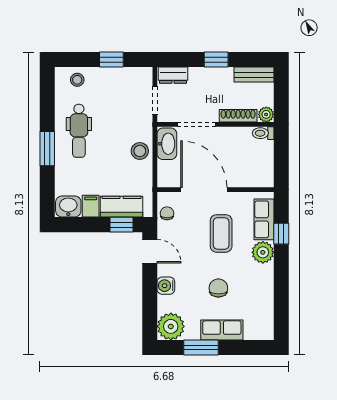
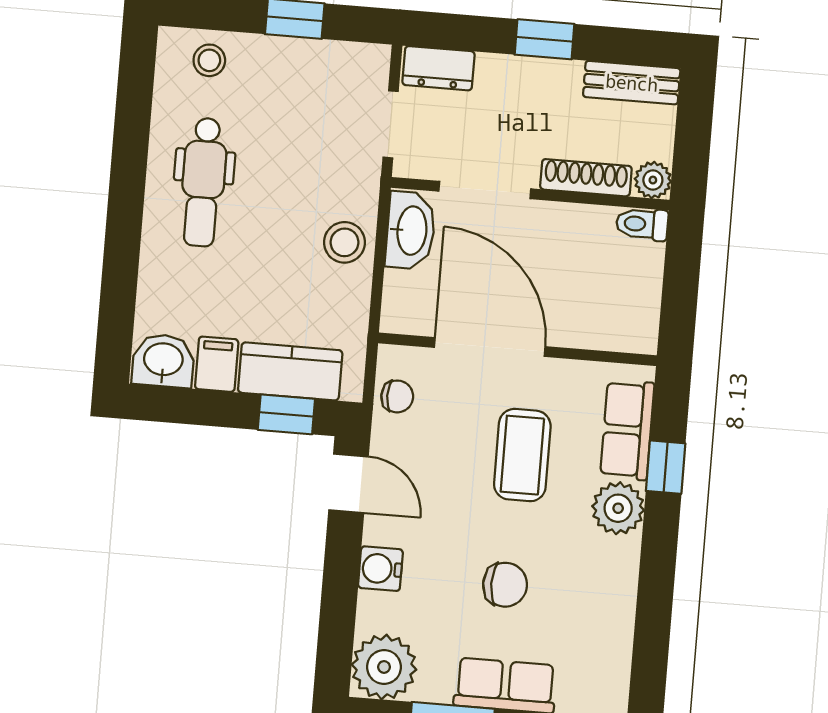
window: (47, 149) -> (124, 219), removed
chair: (167, 213) -> (397, 396), turned 90
chair: (218, 288) -> (505, 585), turned 90

